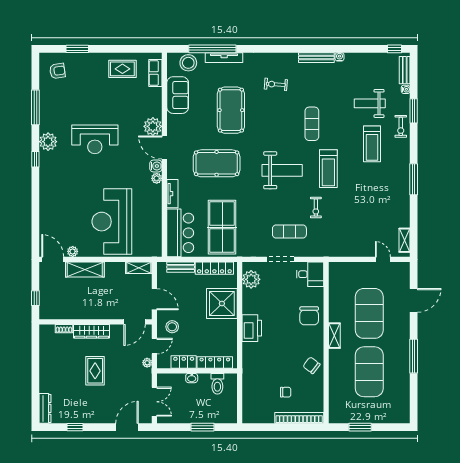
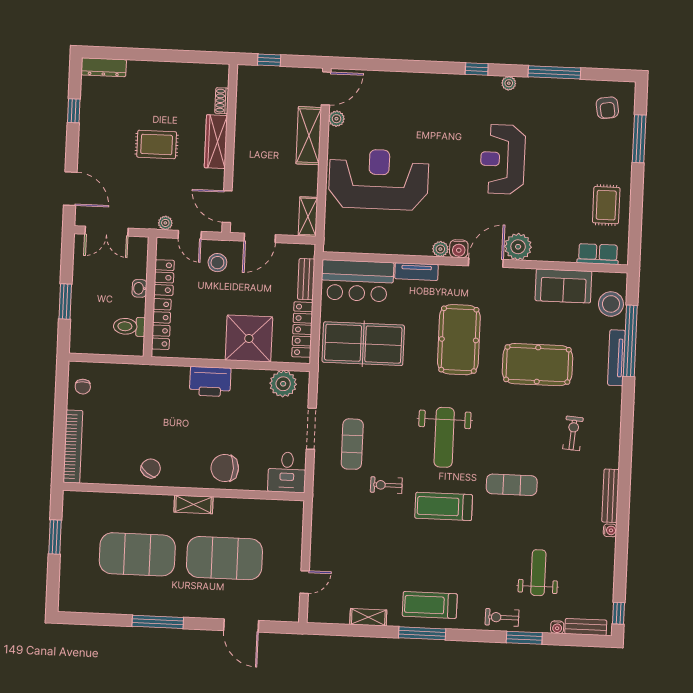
window: (77, 49) -> (639, 139), width x1.44
plant: (48, 142) -> (509, 83), width x0.53, depth x0.53
treadmill: (372, 144) -> (430, 605), moved
shelving: (405, 240) -> (368, 617), moved
chair: (286, 392) -> (83, 387), moved

